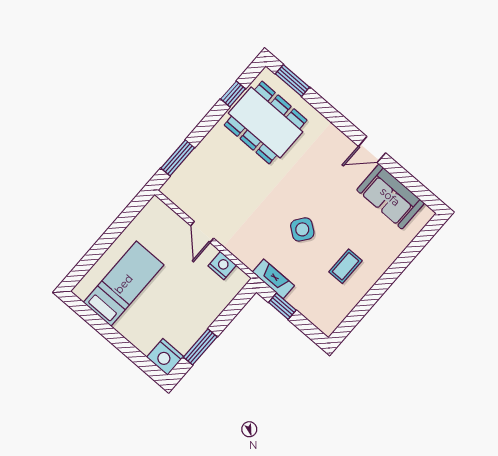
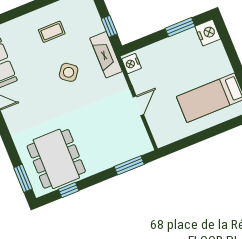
nightstand: (222, 266) -> (131, 64), moved
fireplace: (273, 279) -> (106, 55), width x1.37, depth x1.32

